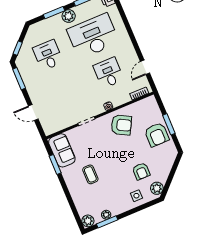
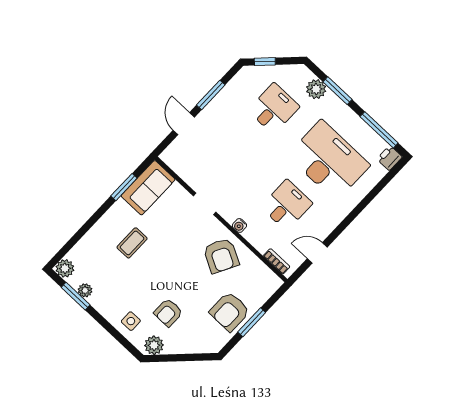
plant: (69, 16) -> (316, 89), moved
window: (19, 79) -> (211, 95), moved

